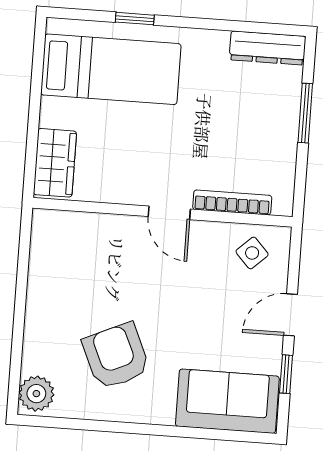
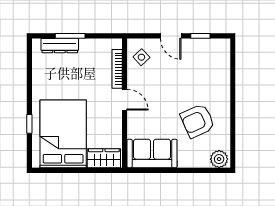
dresser: (268, 48) -> (60, 46), moved, turned 90
bed: (111, 69) -> (63, 134), width x1.50
door: (169, 213) -> (125, 100), hinge flipped
sofa: (227, 401) -> (152, 153), moved, turned 90

